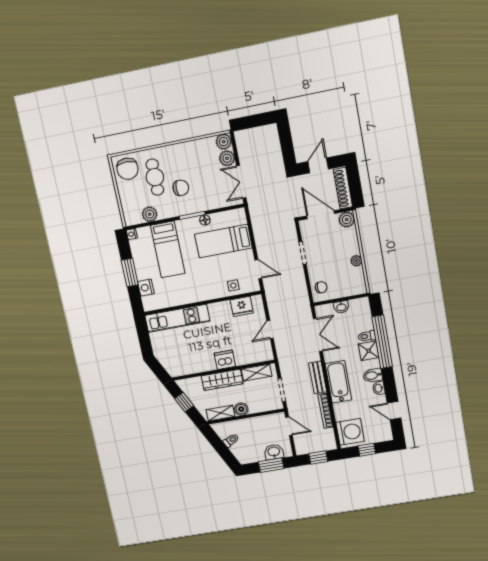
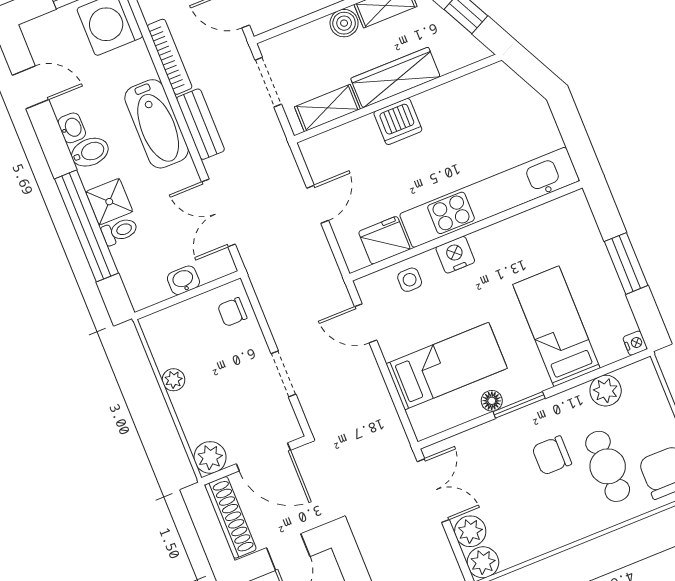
nightstand: (146, 288) -> (455, 255), moved, turned -90
kitchen unit: (177, 318) -> (489, 197), width x1.36

